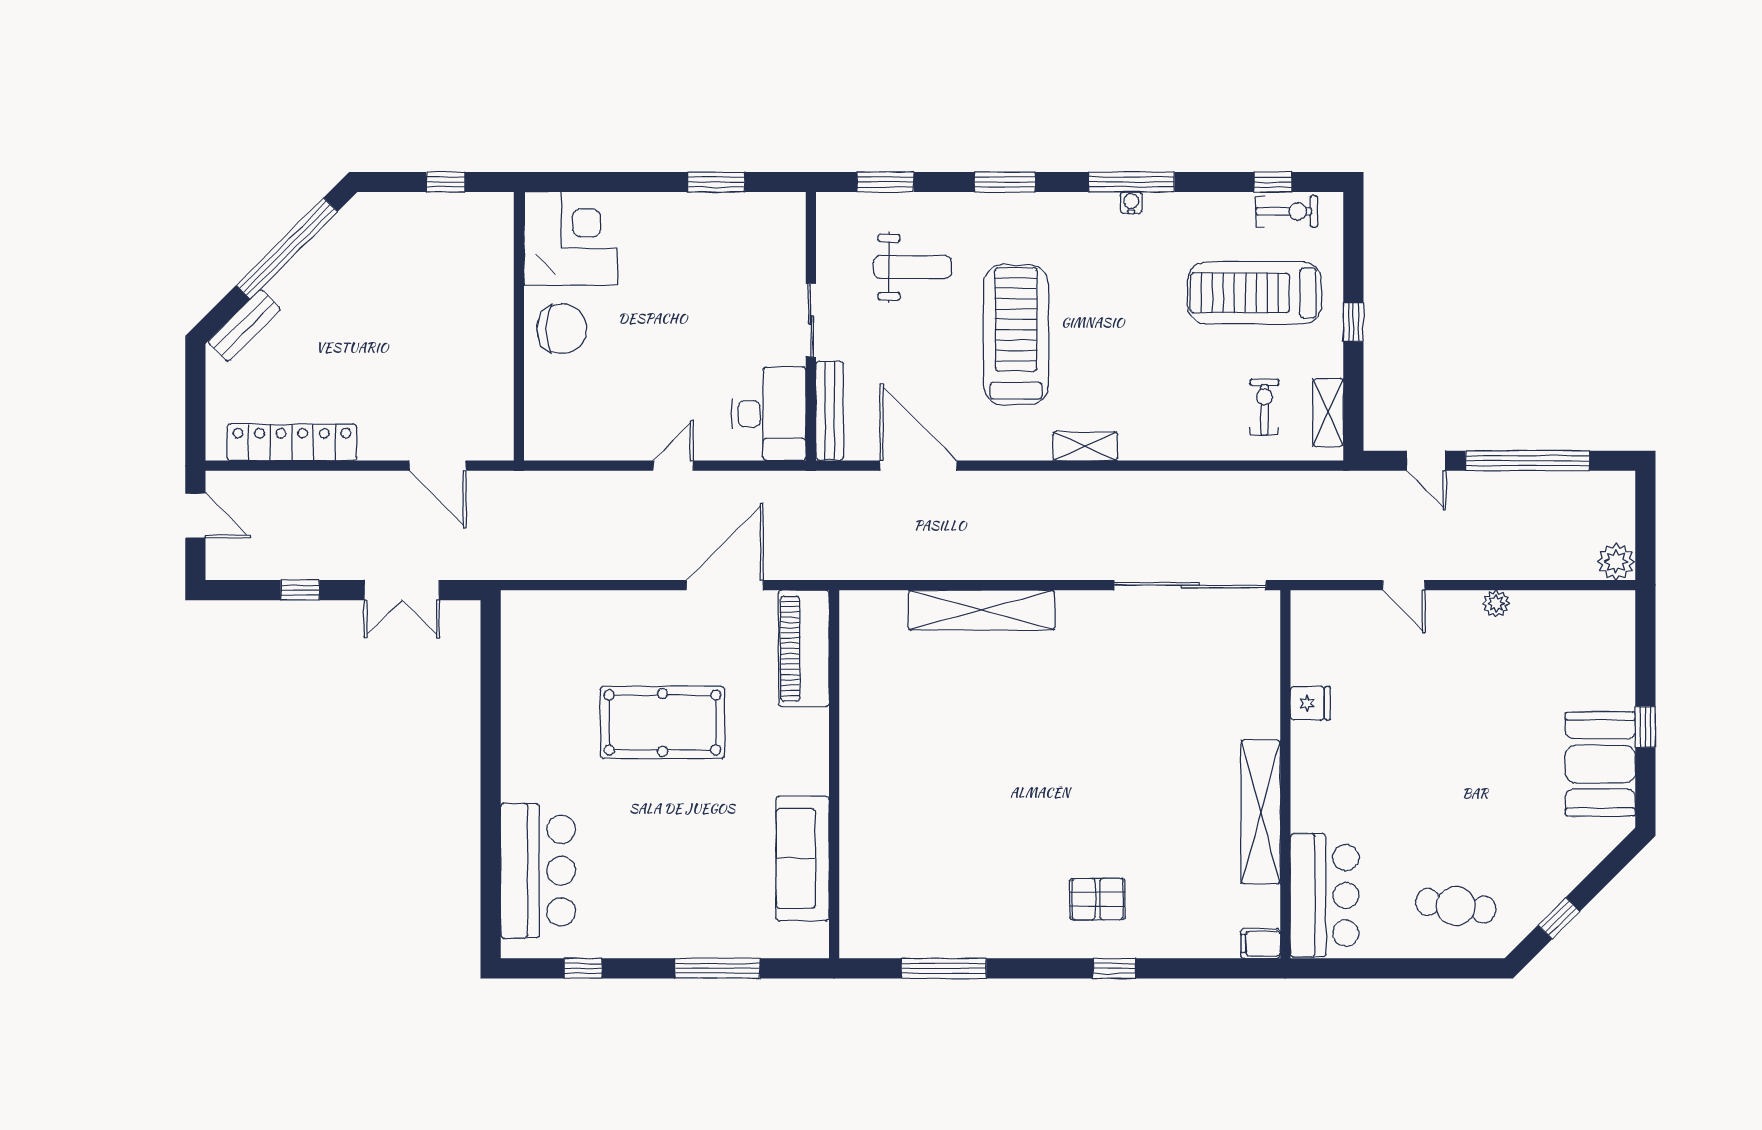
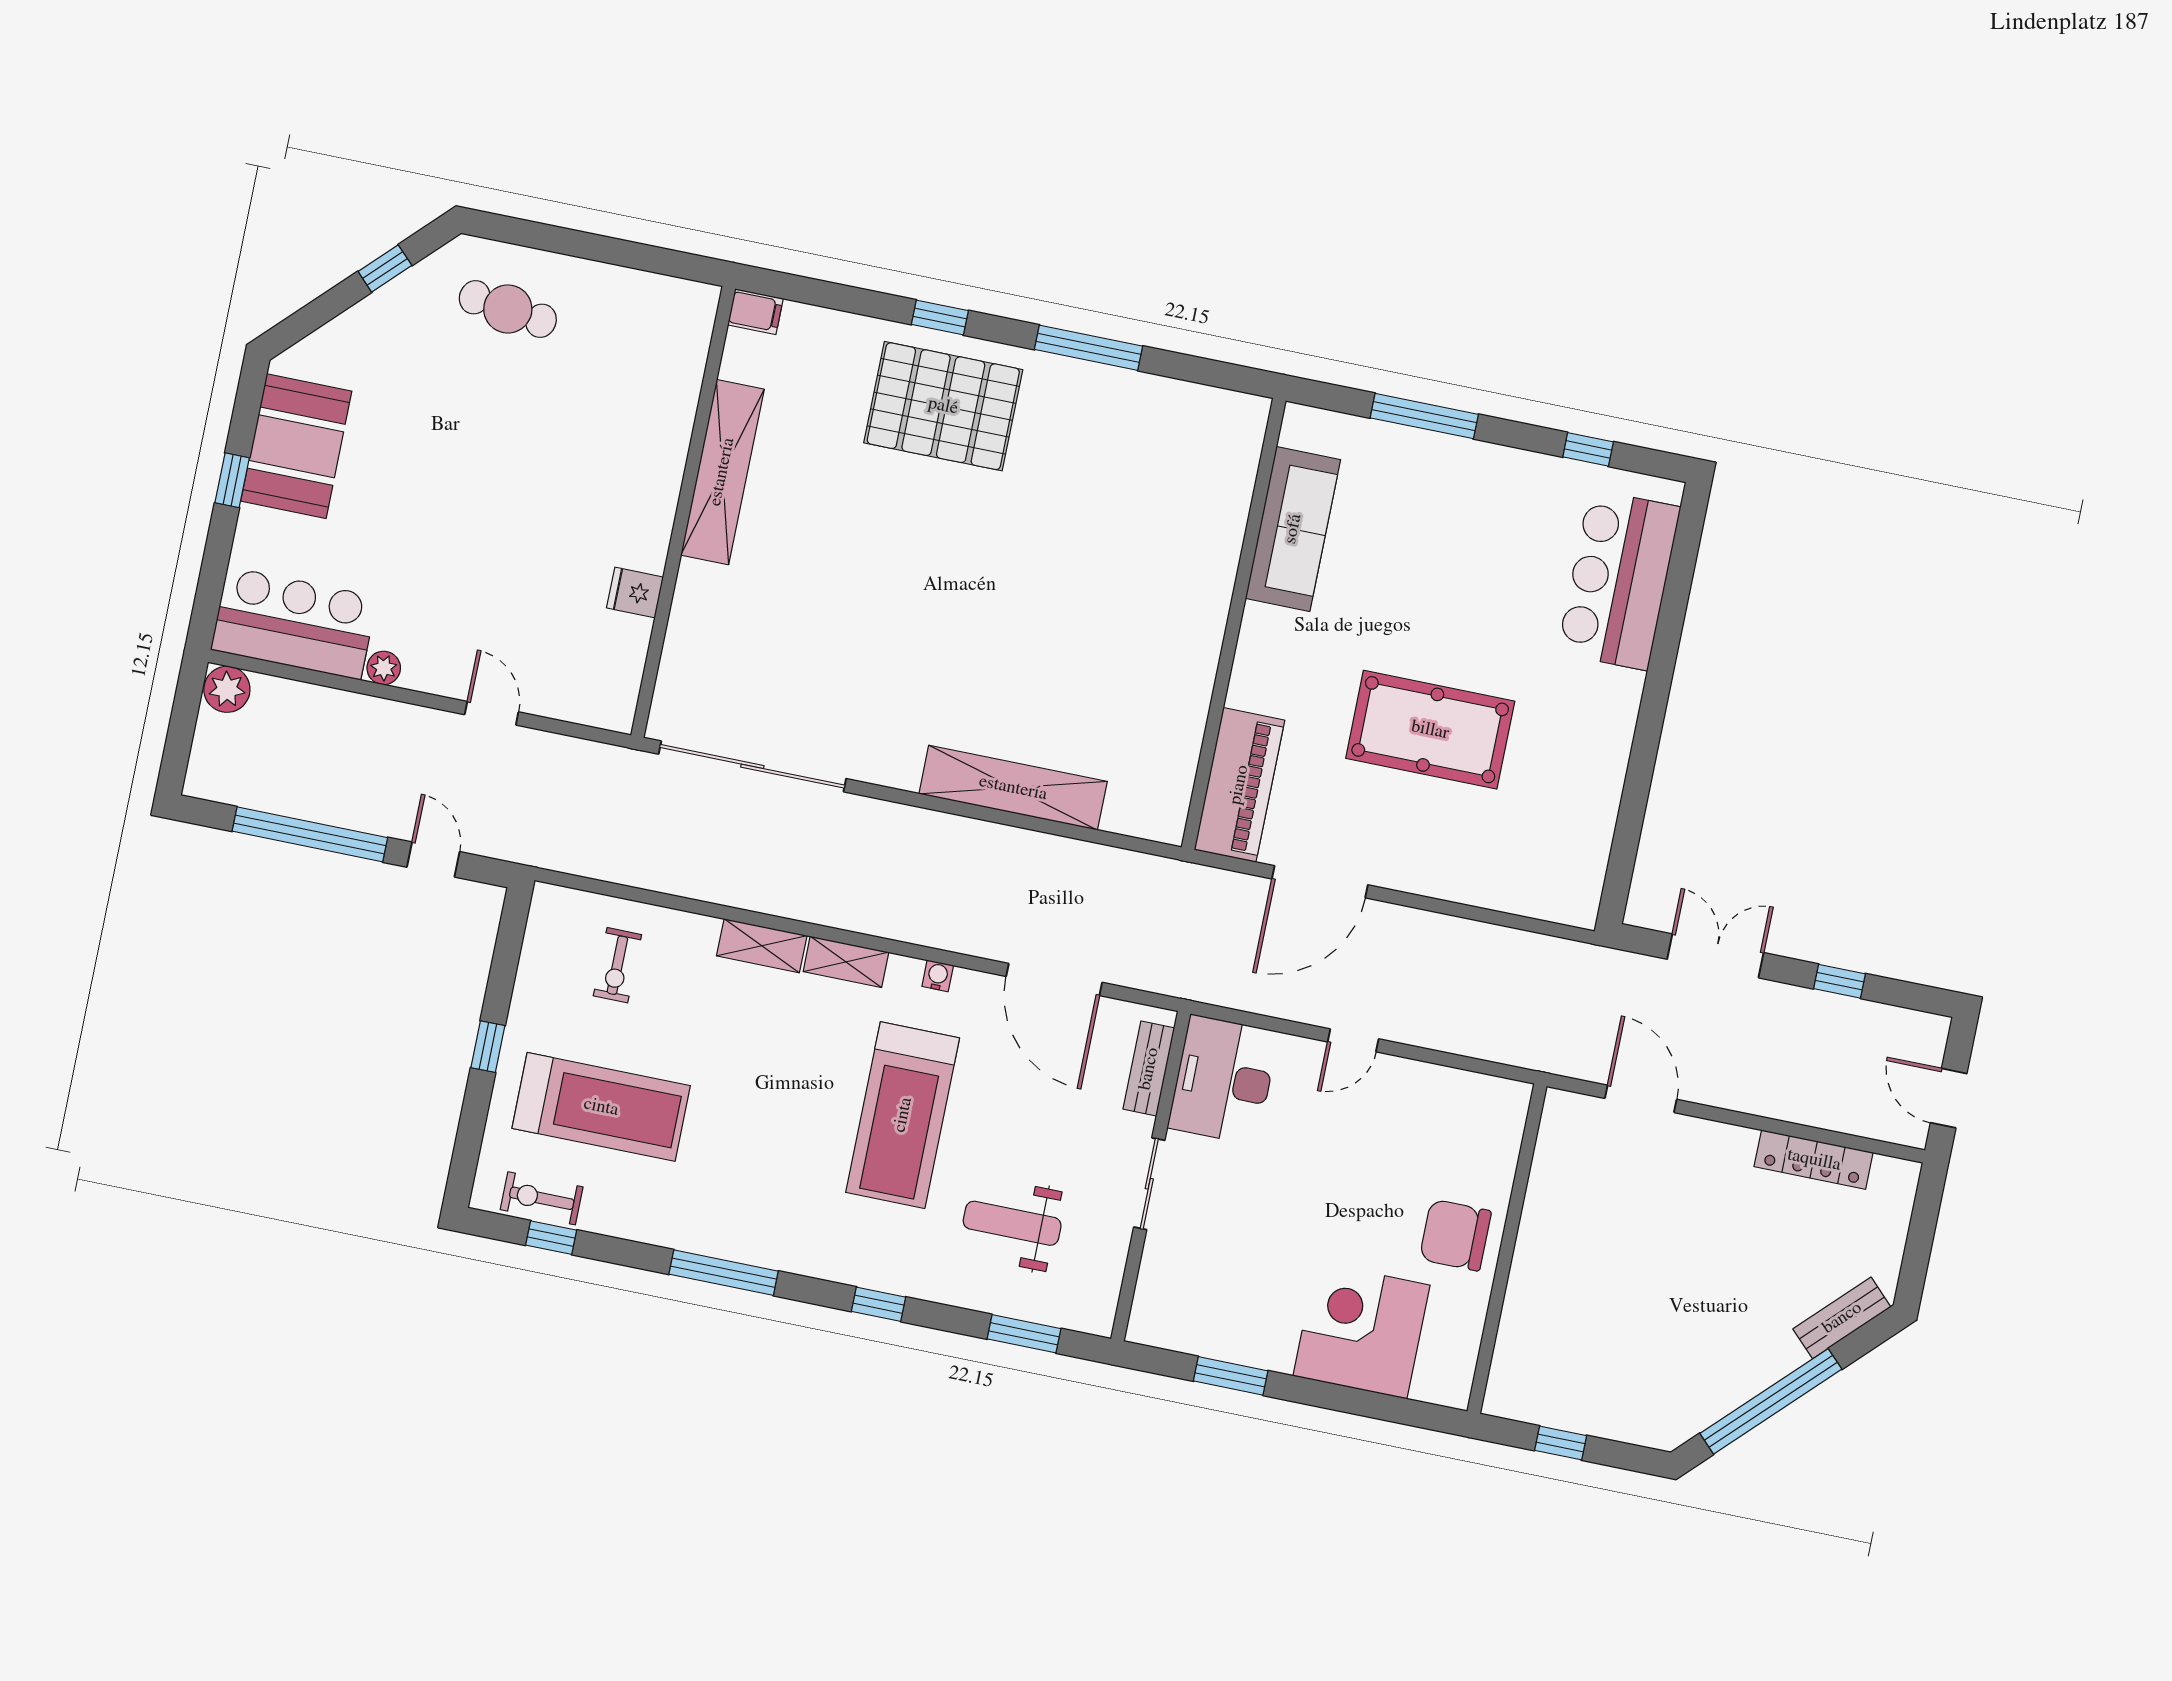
window: (1005, 182) -> (879, 1304), width x0.67
water cooler: (1131, 203) -> (938, 976), moved, turned 180
corner desk: (571, 239) -> (1362, 1330), moved, turned 90
bench: (830, 411) -> (1149, 1069), width x0.73
shelving: (1328, 413) -> (762, 946), moved, turned 90
locker: (292, 442) -> (1814, 1160), width x0.71, depth x0.83
bar counter: (1325, 895) -> (294, 623), moved, turned 90
pallet: (1097, 899) -> (943, 406), width x2.05, depth x2.00
window: (944, 968) -> (1089, 348), moved

